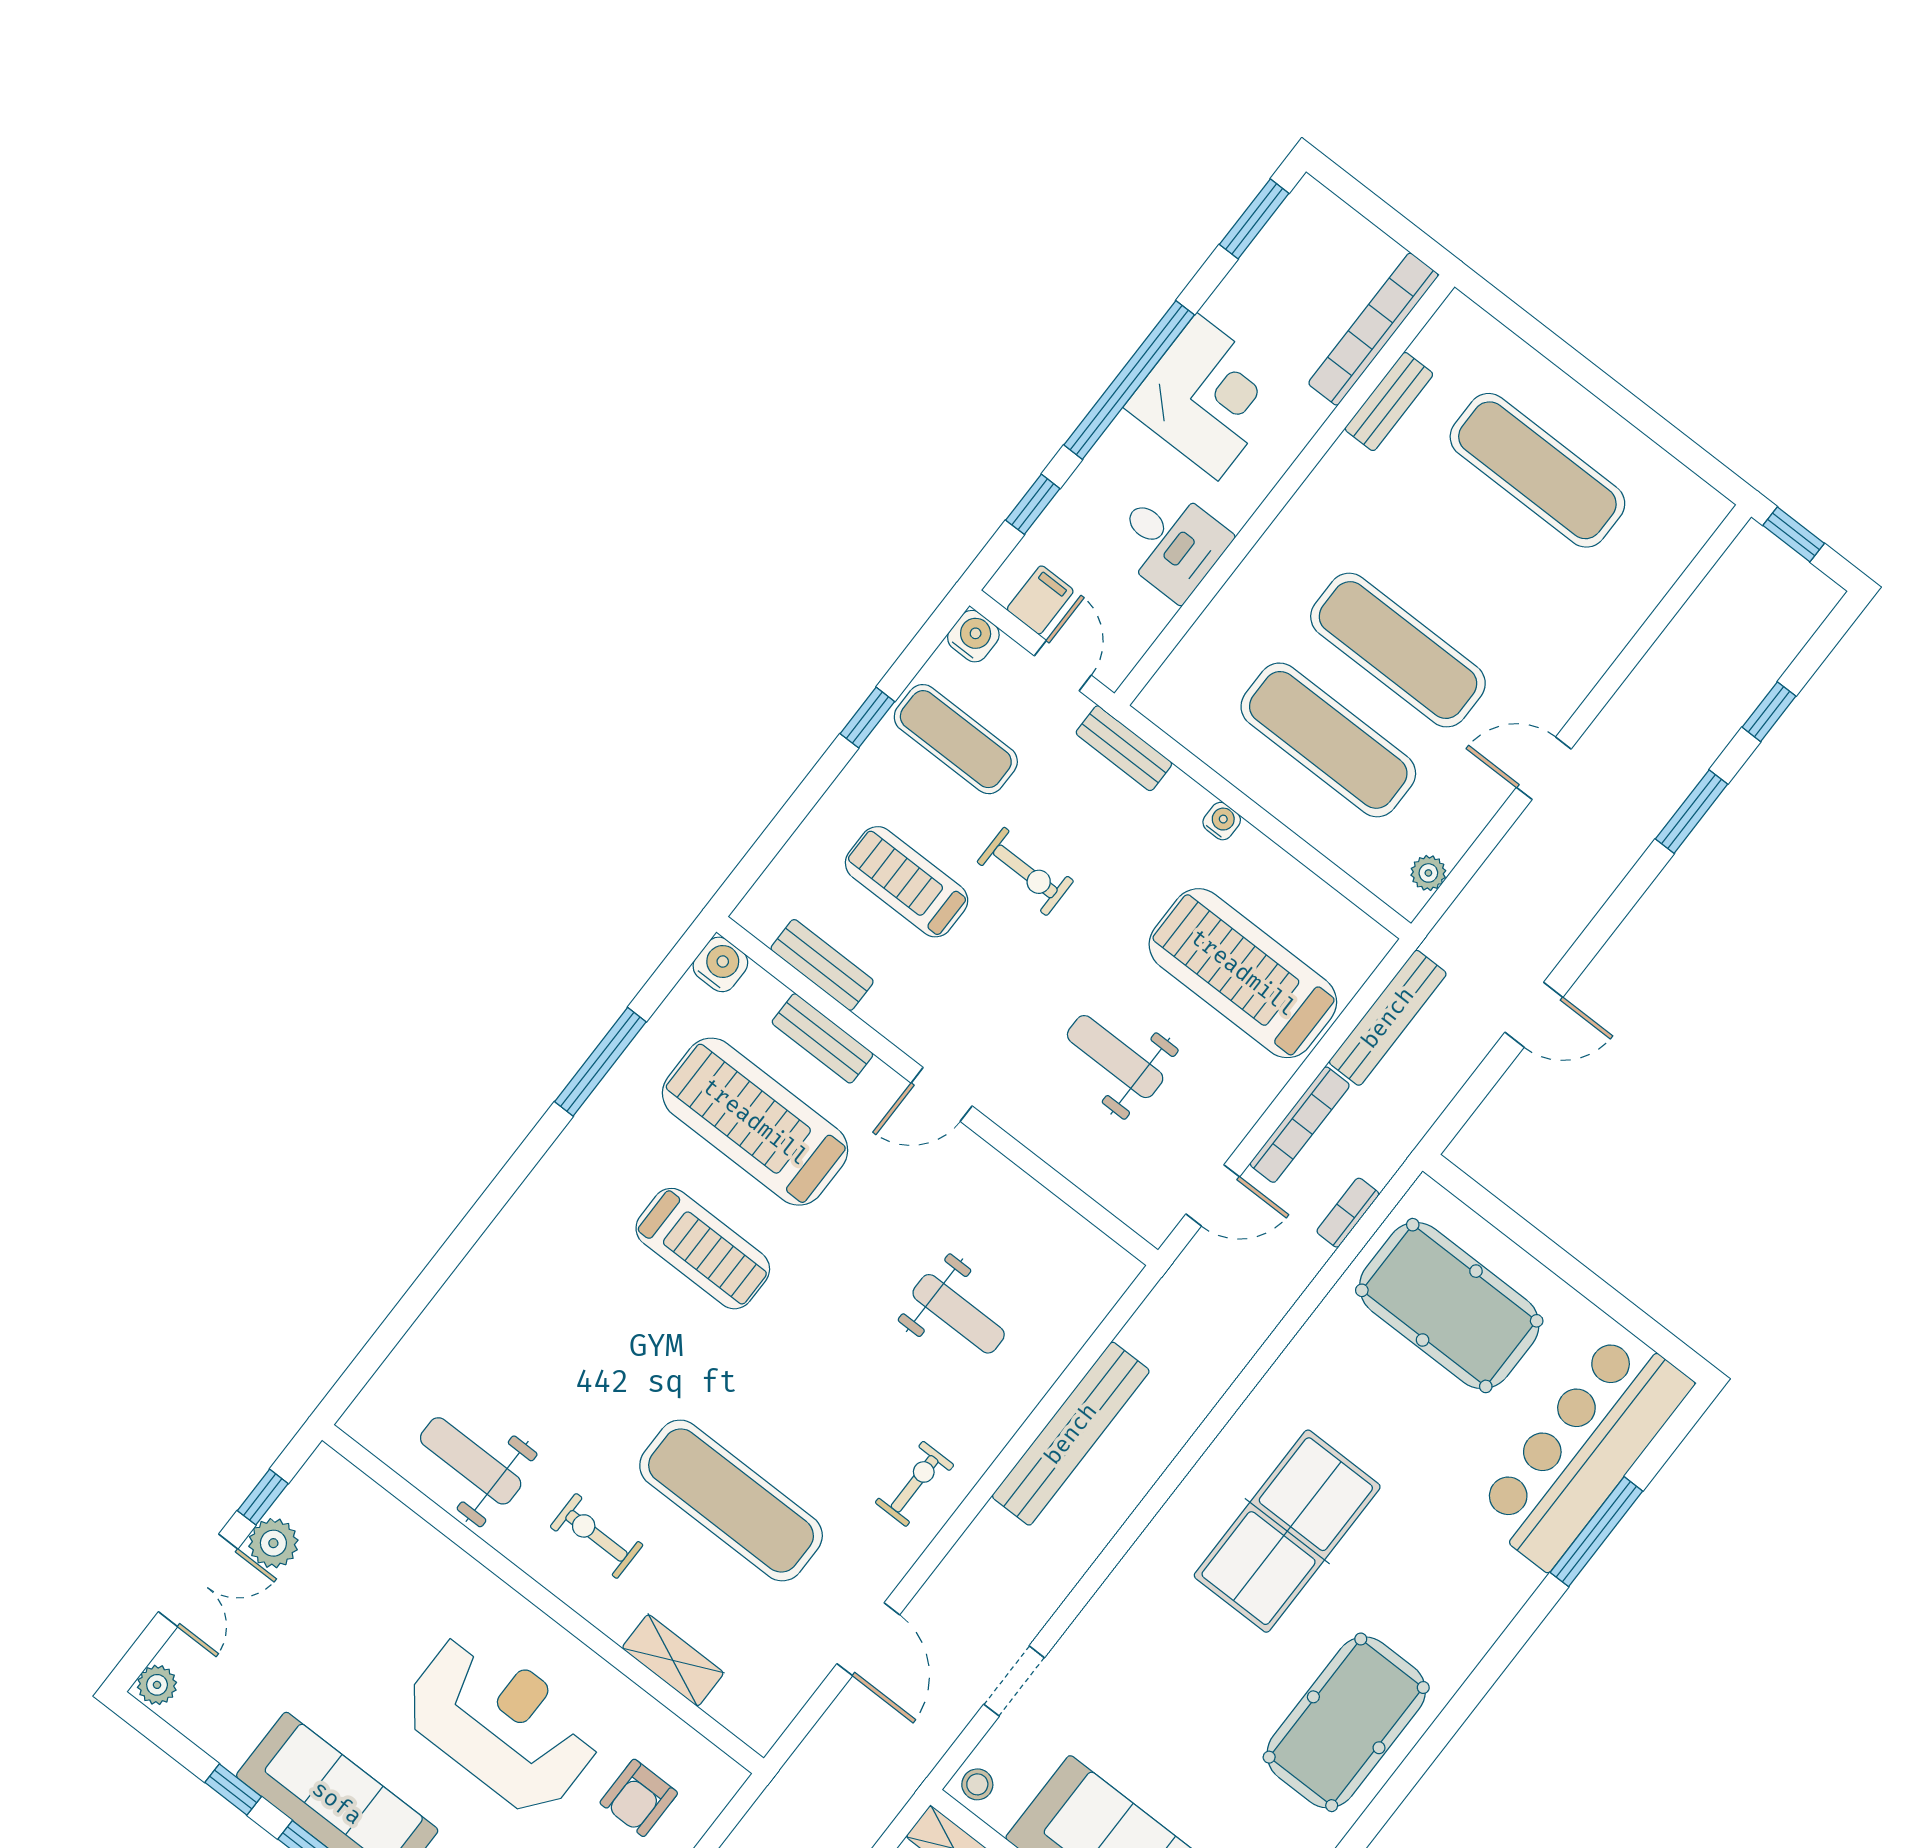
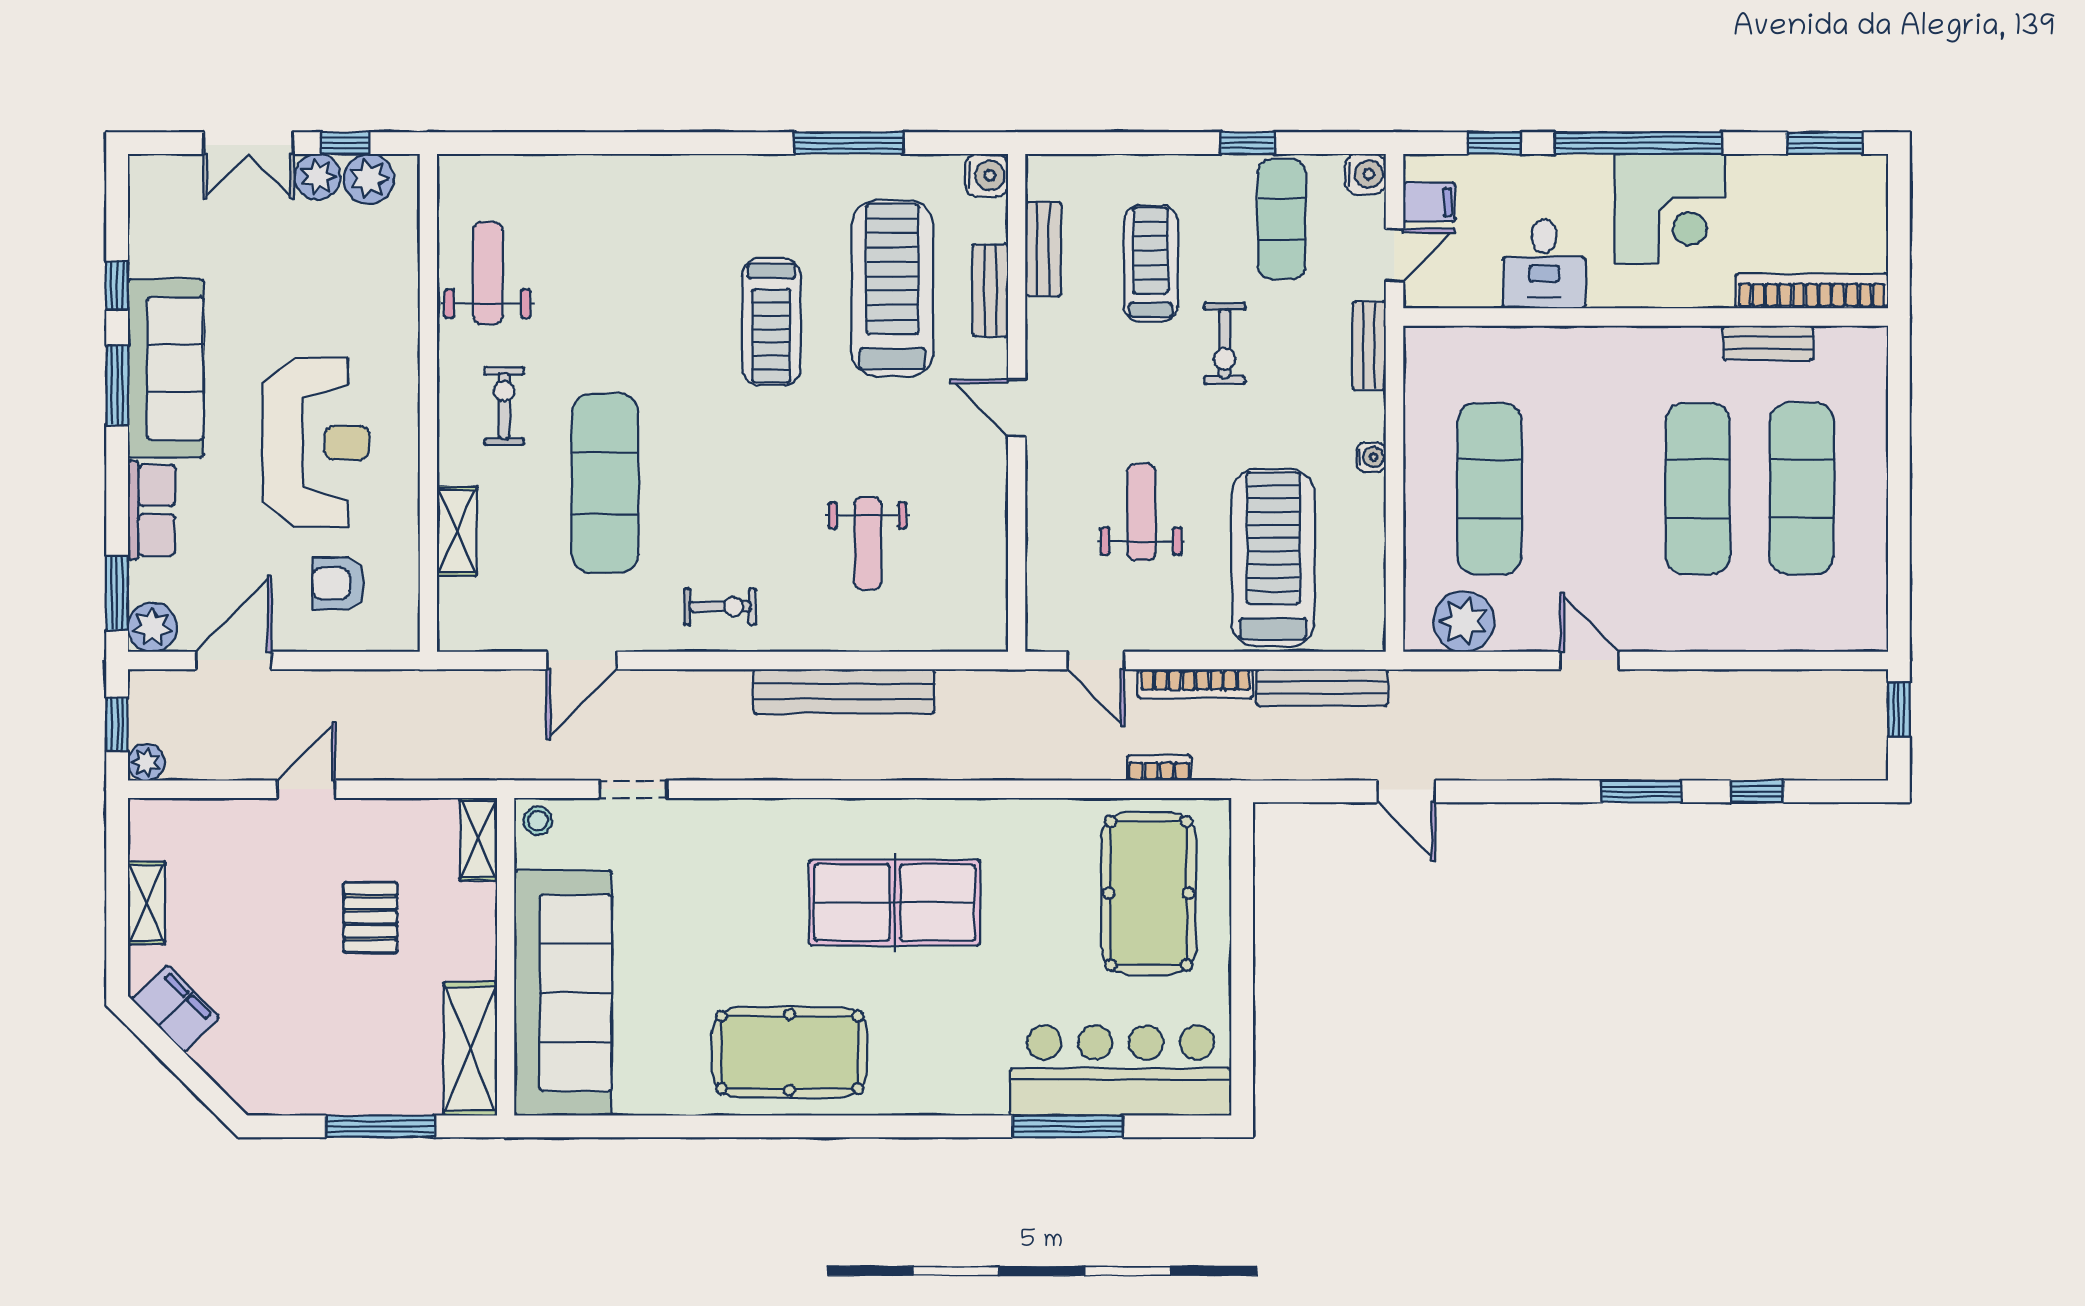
exercise mat: (1398, 650) -> (1698, 489), moved
plant: (1428, 873) -> (1464, 621), width x1.87, depth x1.87
plant: (157, 1685) -> (369, 179), moved, width x1.38, depth x1.38

